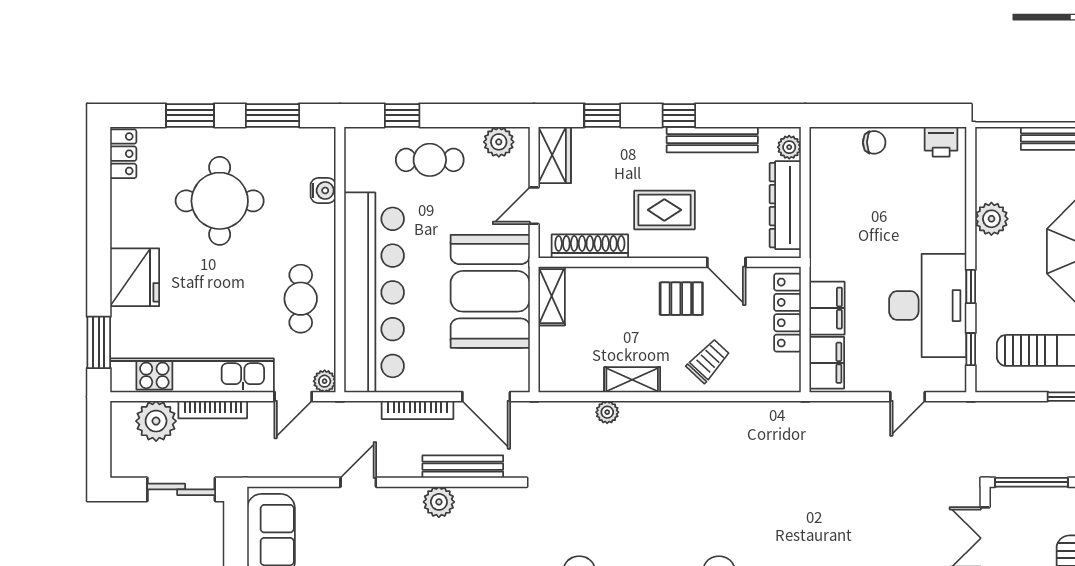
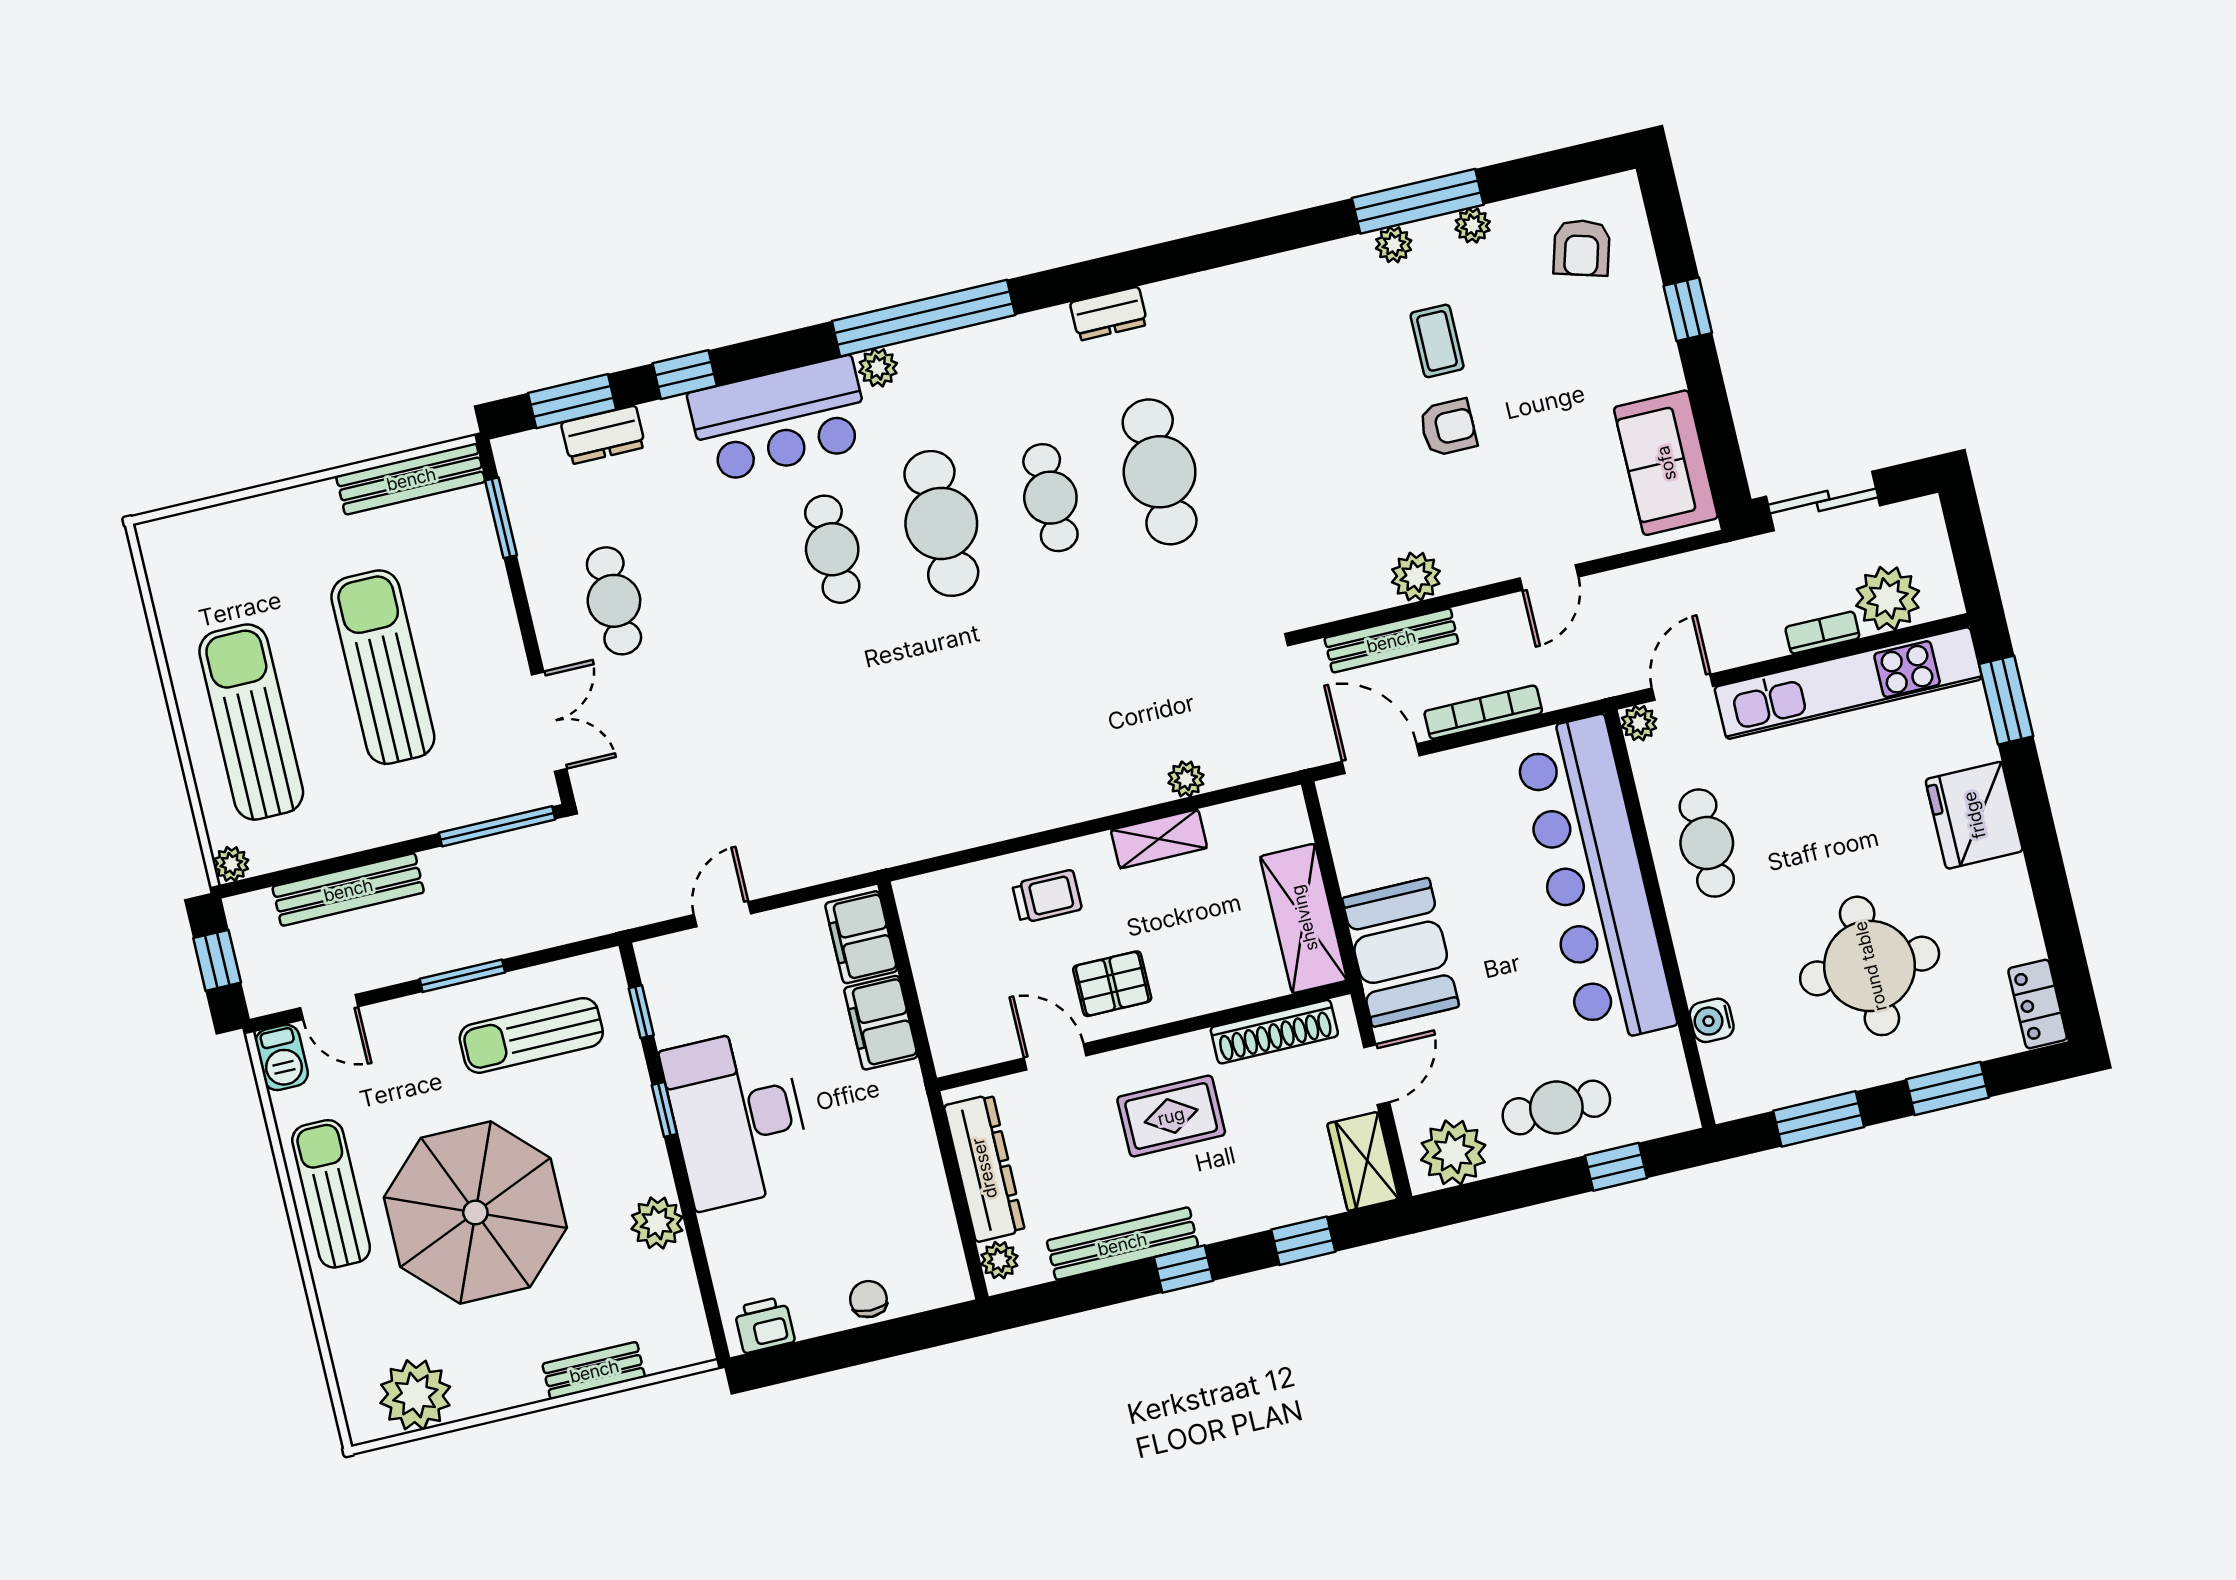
plant: (499, 142) -> (1453, 1153), width x1.36, depth x1.36
chair: (874, 142) -> (868, 1299), turned 92
booth: (490, 291) -> (1401, 952), width x0.73, depth x0.70
shelving: (552, 296) -> (1304, 918), width x1.50, depth x1.33
desk: (928, 306) -> (737, 1118), moved
locker: (787, 313) -> (941, 1001), removed
trolley: (708, 361) -> (1047, 897), turned -133
bookcase: (213, 410) -> (1822, 633), width x0.64

